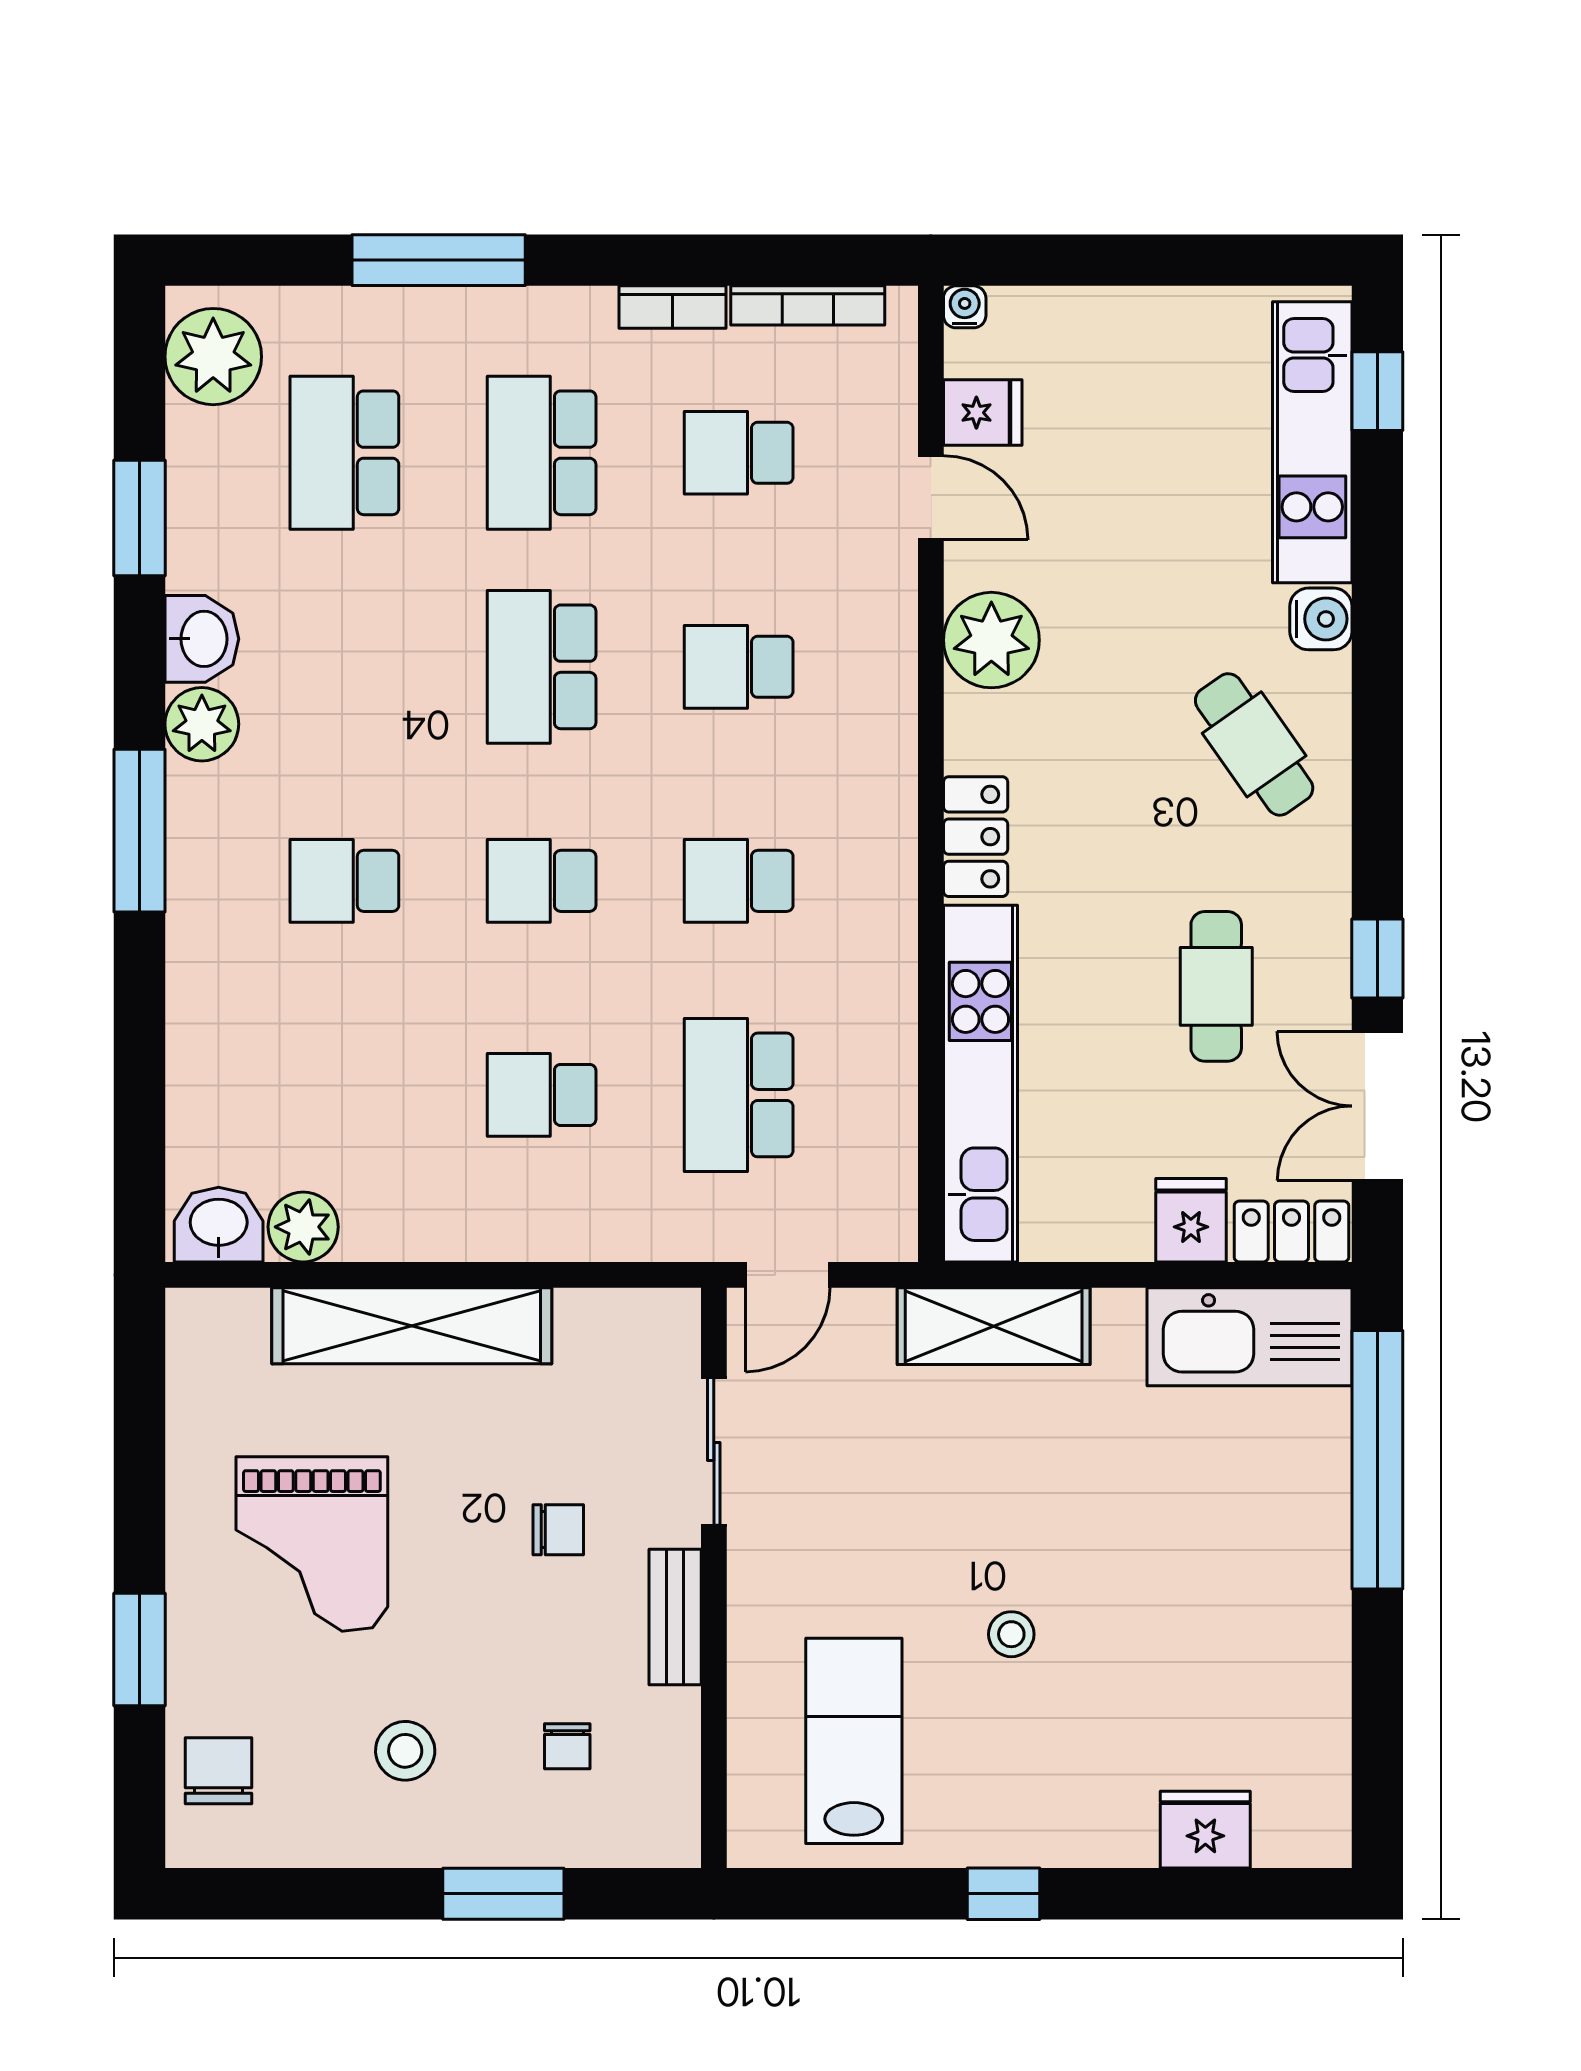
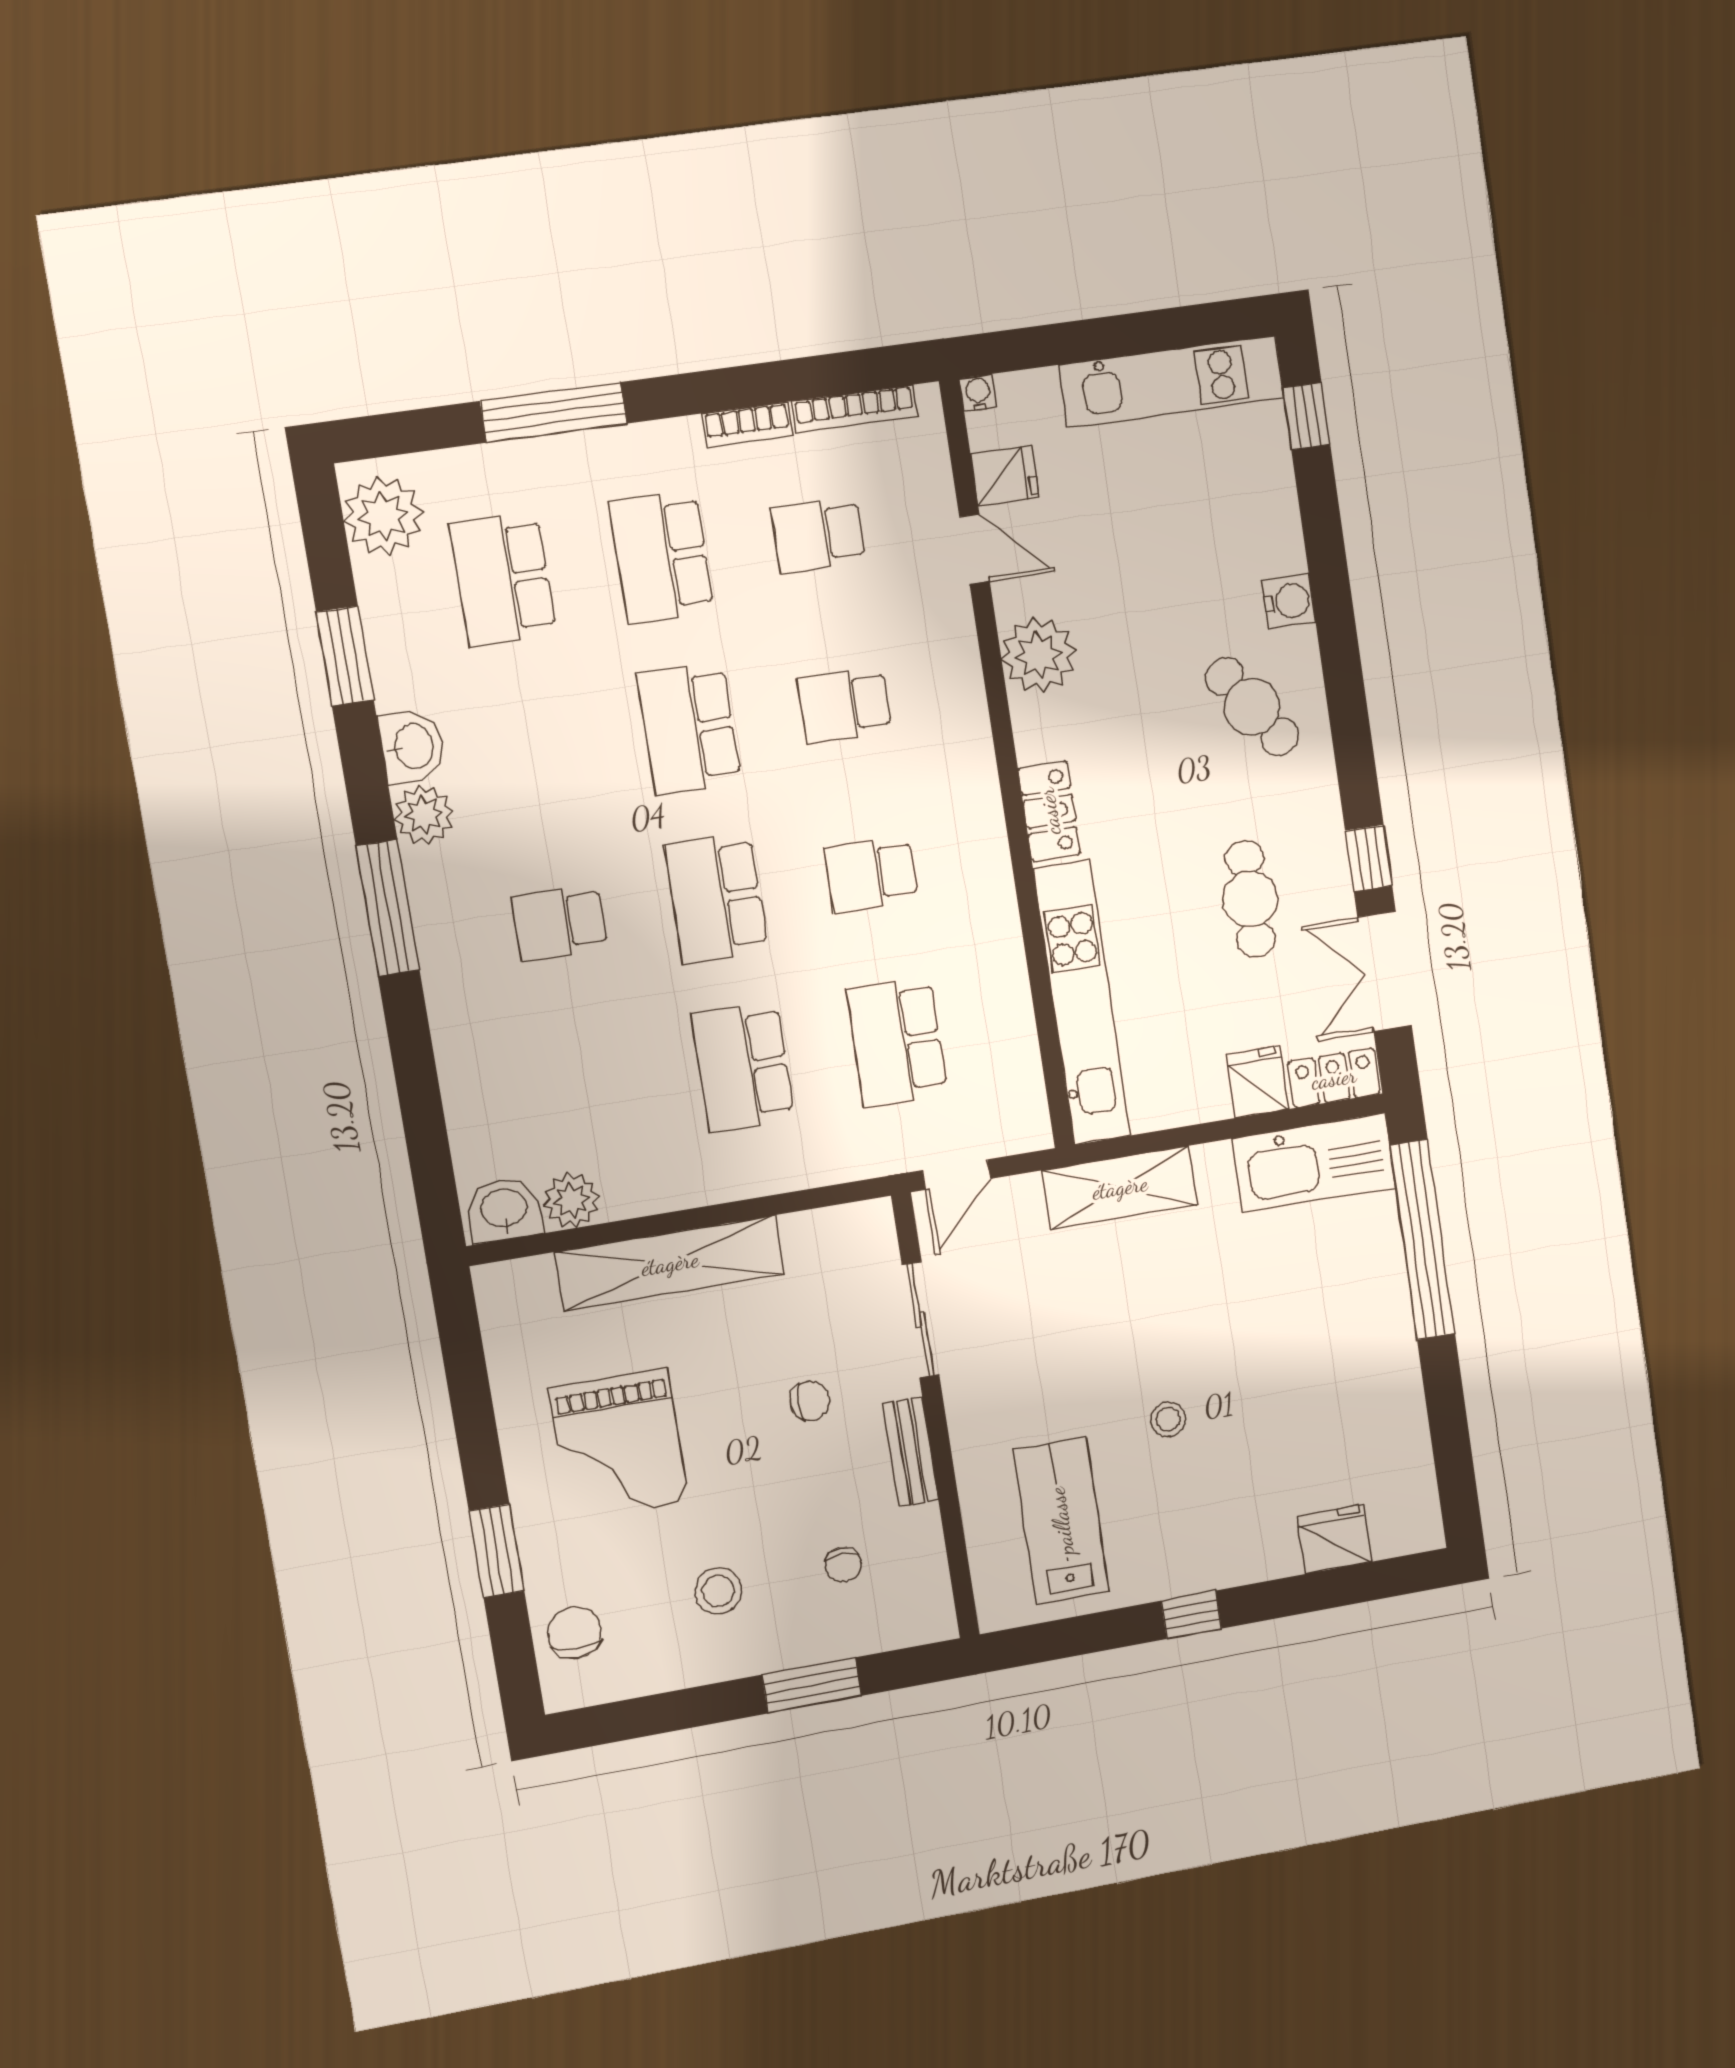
kitchen unit: (1312, 442) -> (1172, 382), moved, turned -90
school desk: (542, 881) -> (716, 898), width x1.85
school desk: (542, 1095) -> (743, 1066), width x1.85

